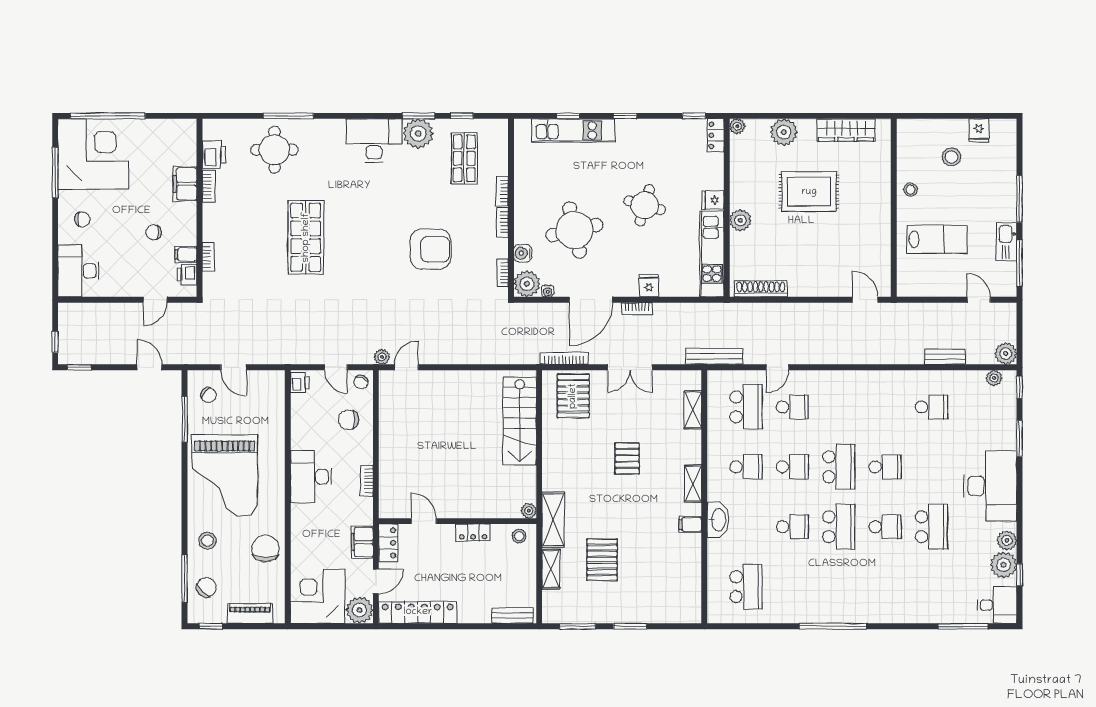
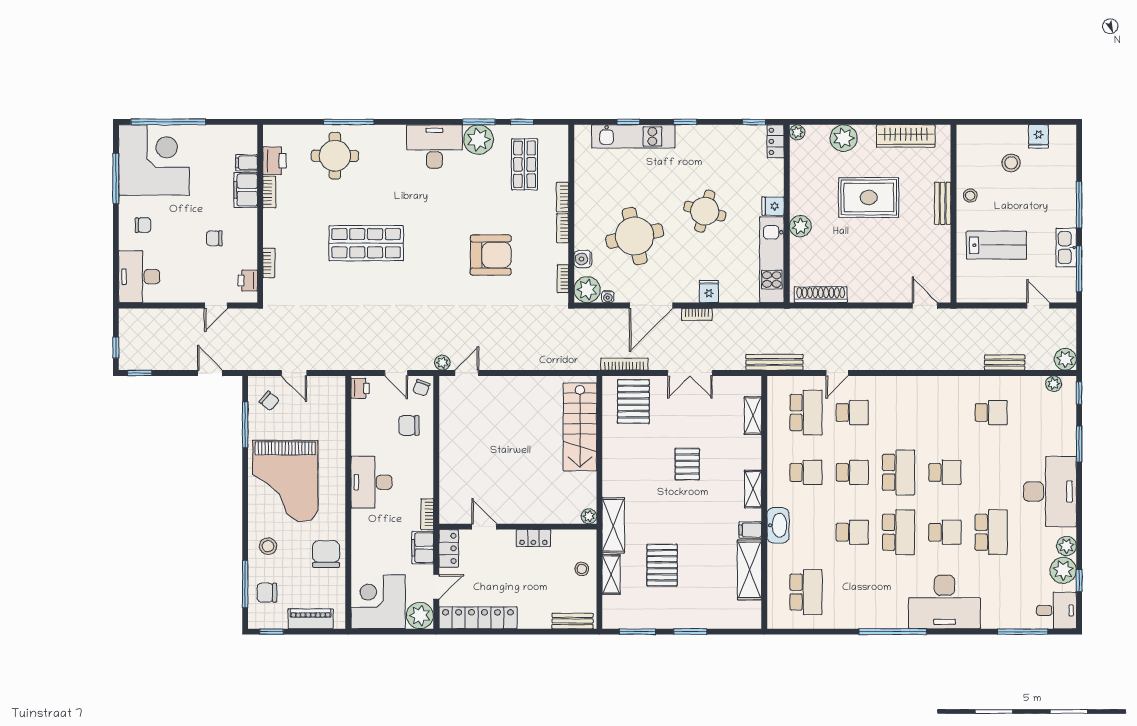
bench: (883, 197) -> (943, 203), added
shop shelf: (306, 237) -> (366, 243), turned 90
filing cabinet: (186, 254) -> (246, 163), moved
bookcase: (367, 481) -> (427, 514), moved
stool: (519, 536) -> (582, 569), moved
shelving: (689, 564) -> (749, 570), added
chair: (206, 587) -> (267, 593), turned -134
desk: (885, 597) -> (945, 602), added

